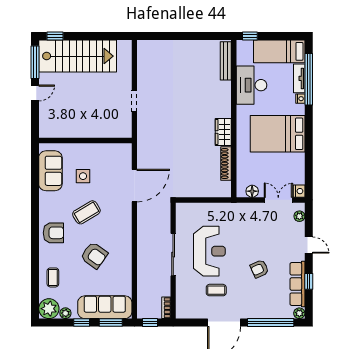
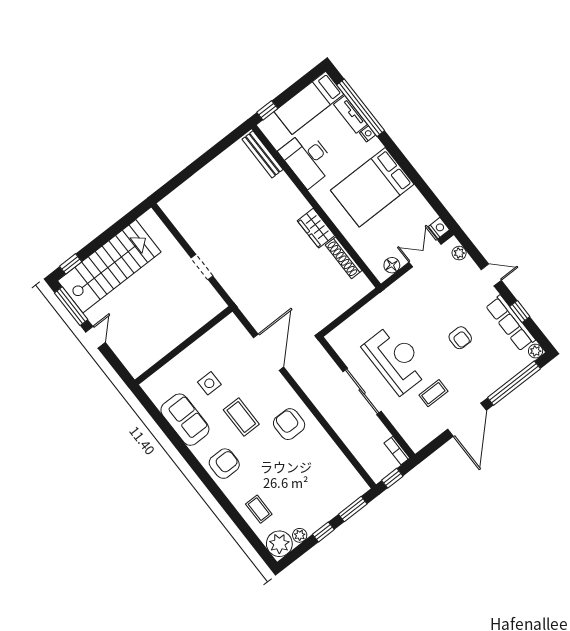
sofa: (50, 171) -> (185, 420), moved
coffee table: (86, 212) -> (241, 417), turned -59
armchair: (94, 255) -> (289, 424), moved, turned -125
armchair: (259, 269) -> (460, 338), turned -66
sofa: (105, 307) -> (335, 498), removed

